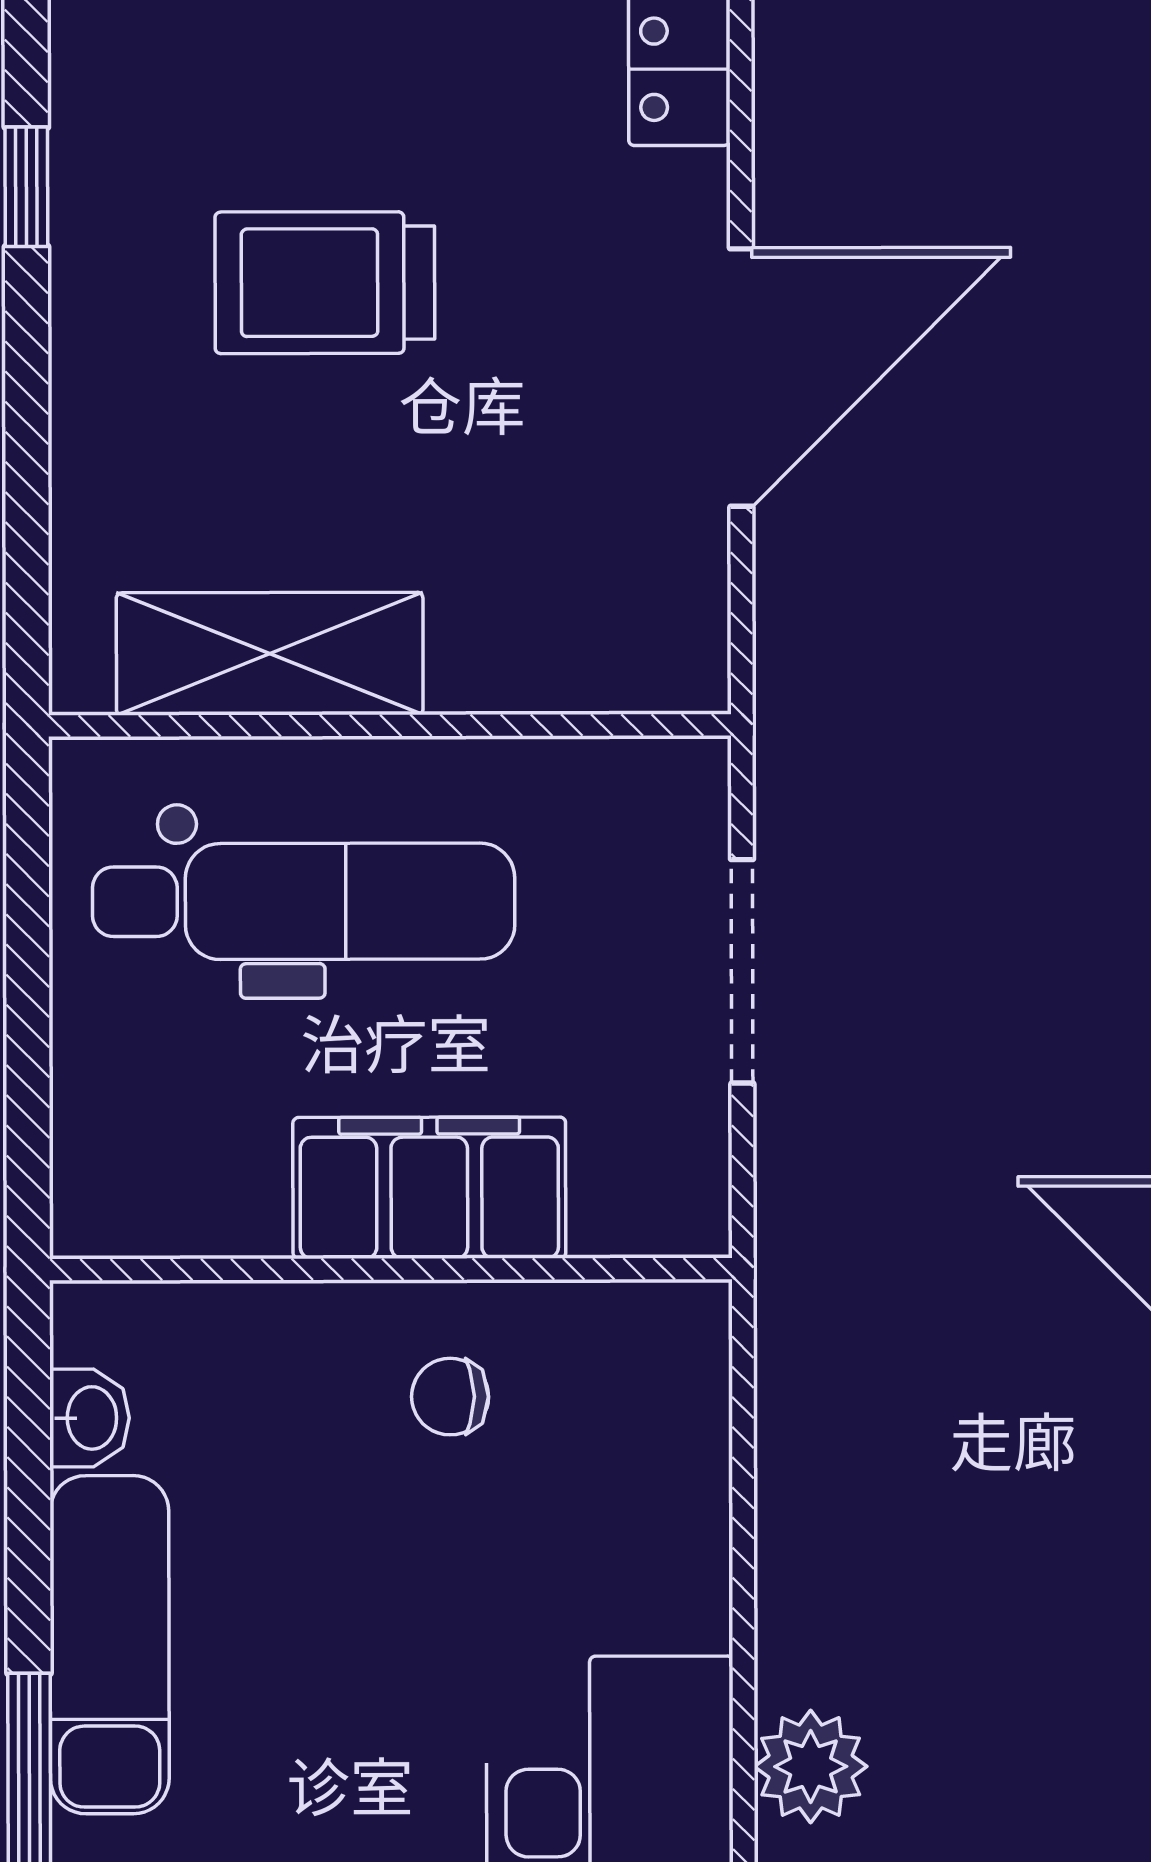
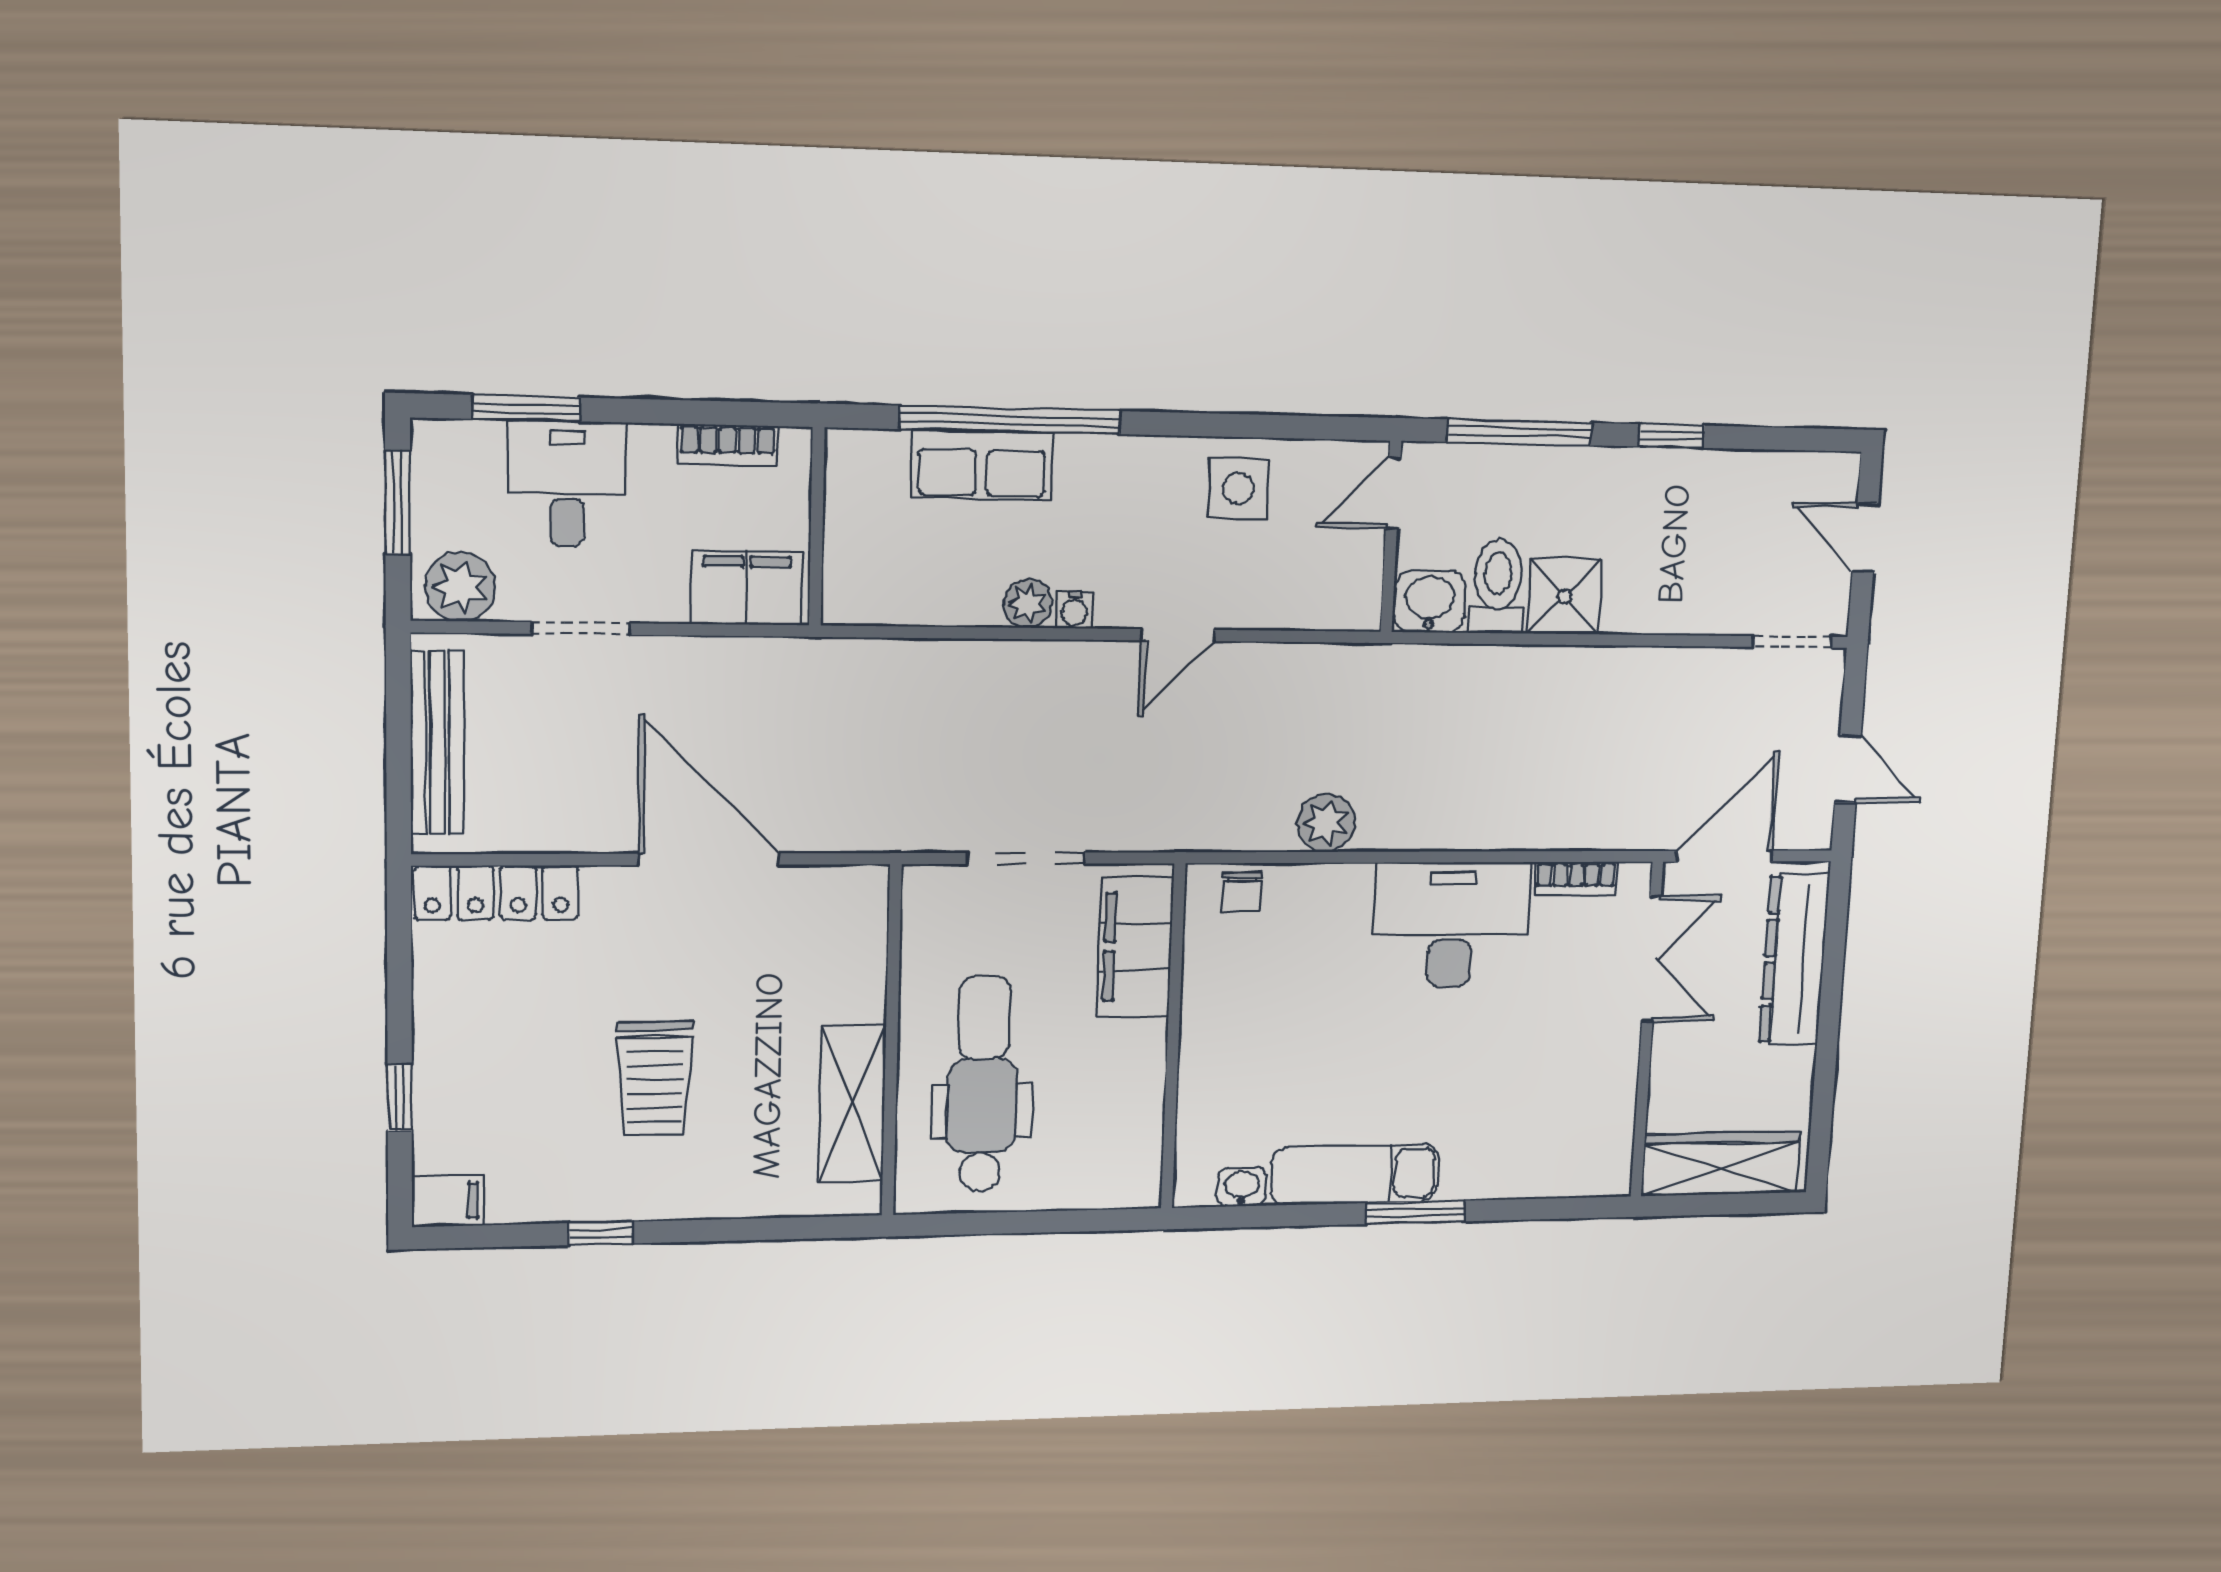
filing cabinet: (429, 1188) -> (1135, 947), moved
chair: (450, 1397) -> (1241, 892), moved
plant: (811, 1766) -> (1326, 823), moved

